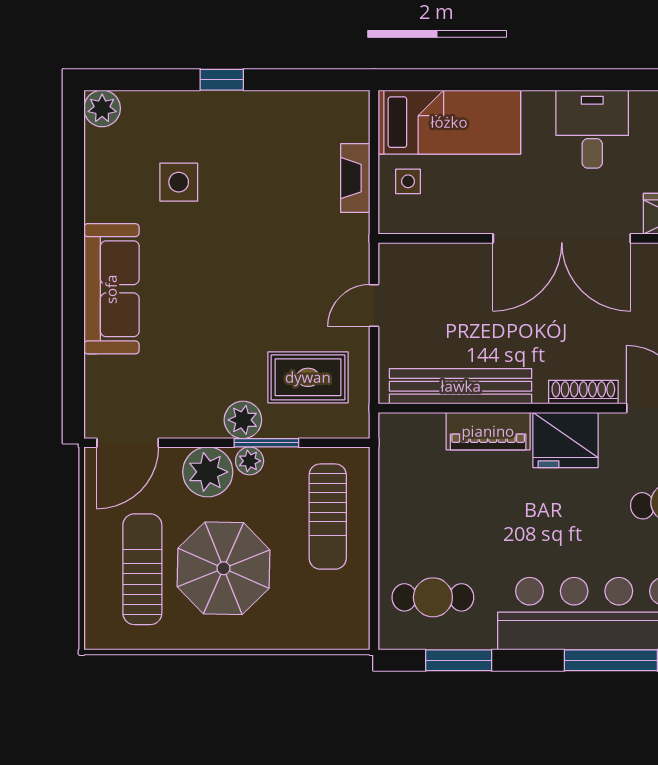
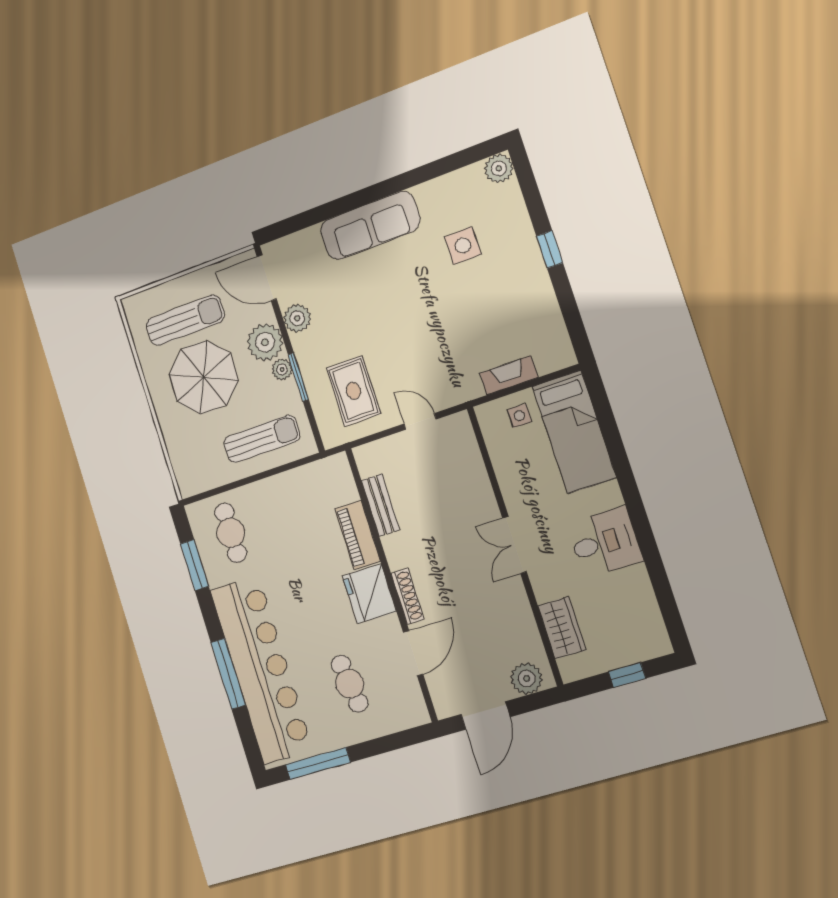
double door: (562, 238) -> (515, 545), width x0.54
bench: (461, 386) -> (381, 505), width x0.54, depth x0.82
plant: (243, 420) -> (297, 318), moved
sun lounger: (328, 517) -> (262, 439), turned 180

